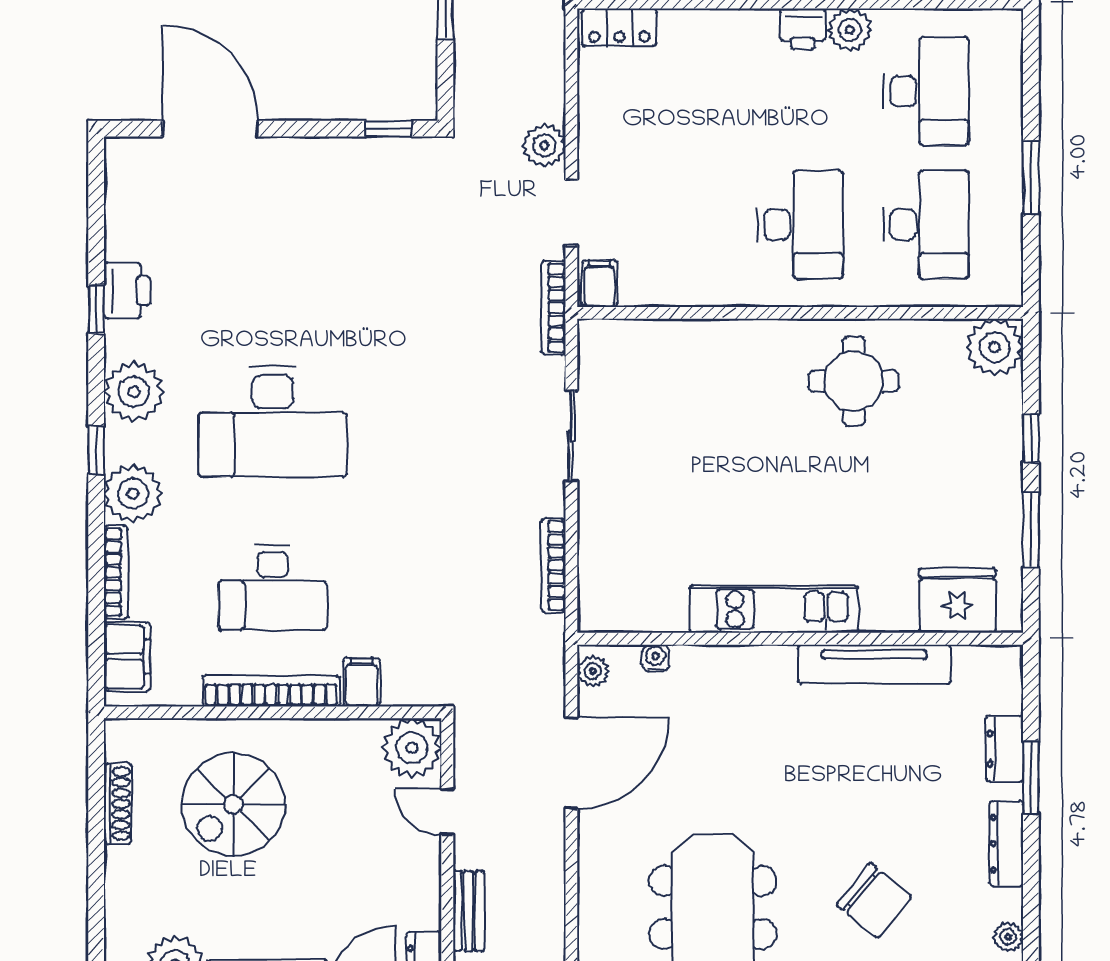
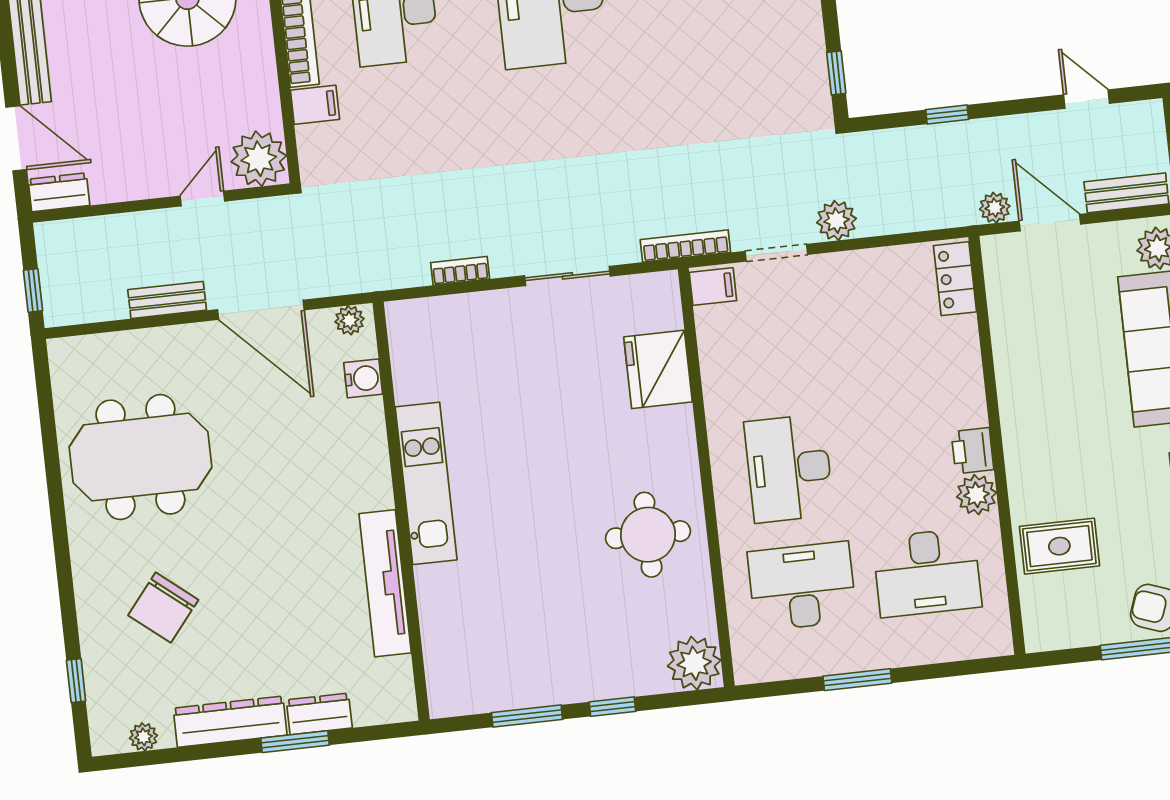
desk: (800, 225) -> (789, 468), turned 90
desk: (926, 225) -> (802, 586), turned 180
bookcase: (553, 566) -> (460, 271), width x0.64
fridge: (958, 600) -> (658, 369), moved, turned 180
water cooler: (656, 658) -> (363, 378), width x1.38, depth x1.38
dresser: (1006, 844) -> (230, 722), width x1.37, depth x1.24
bench: (468, 911) -> (167, 300), moved

